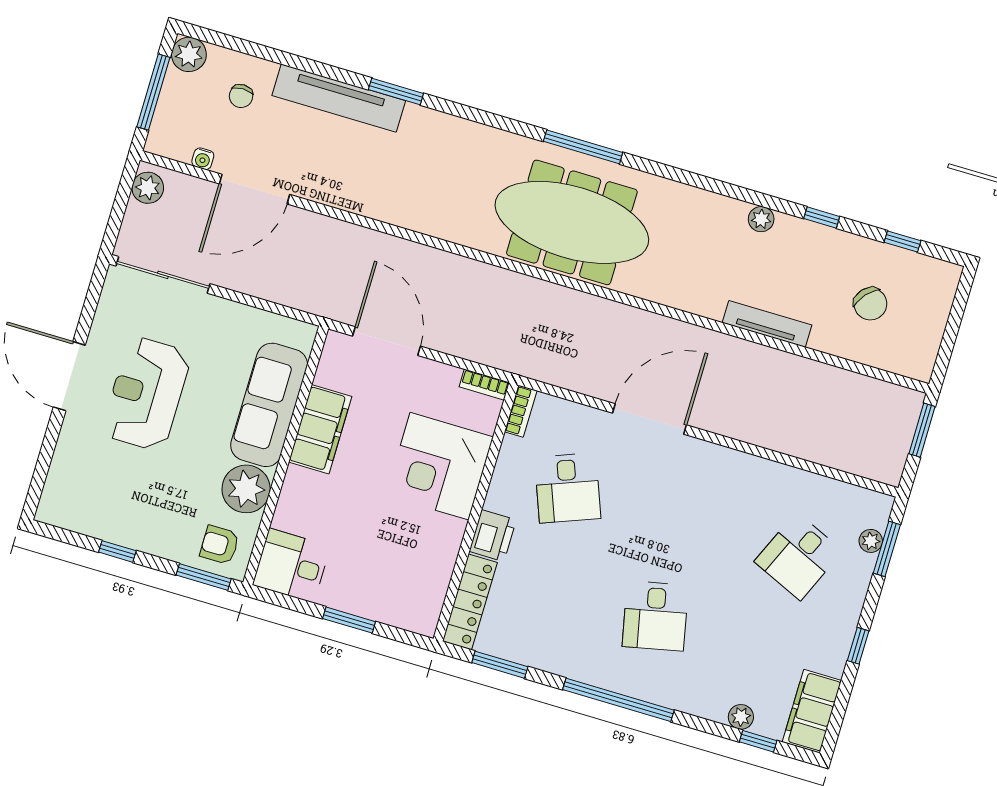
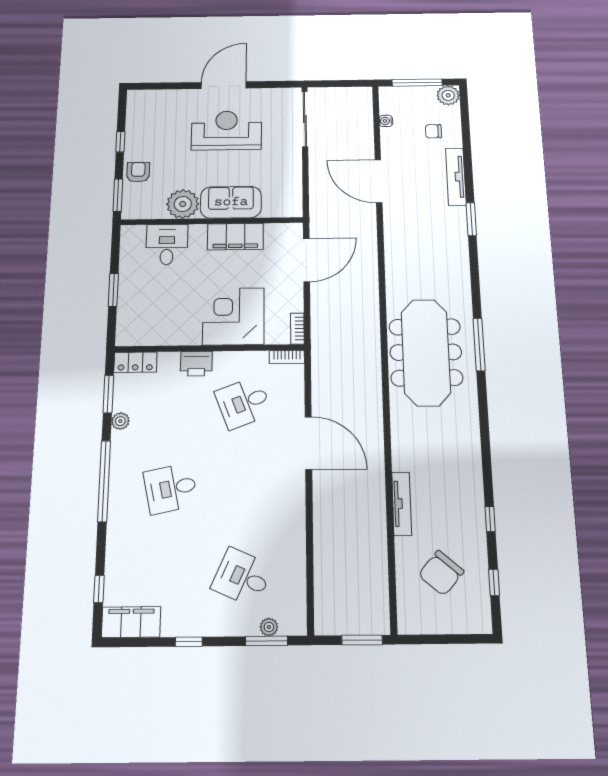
tv unit: (339, 98) -> (456, 177), width x0.73, depth x0.78
plant: (148, 188) -> (357, 96), removed
door: (255, 189) -> (379, 181), moved
plant: (761, 219) -> (474, 477), removed
chair: (870, 304) -> (441, 573), width x1.37, depth x1.37
sofa: (269, 405) -> (231, 202), width x0.73
armchair: (220, 545) -> (138, 172), moved
desk: (291, 566) -> (167, 244), moved
locker: (470, 602) -> (135, 362), width x0.66
plant: (741, 717) -> (120, 421), moved

